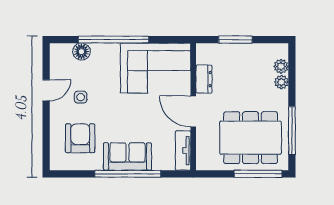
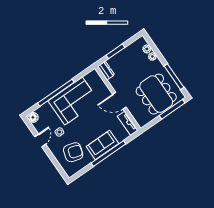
floor lamp: (81, 52) -> (33, 117), moved
corner sofa: (156, 68) -> (74, 101), moved
dresser: (204, 79) -> (106, 71), moved
armchair: (80, 138) -> (73, 152), turned 107
dining table: (251, 138) -> (156, 94), turned 90

